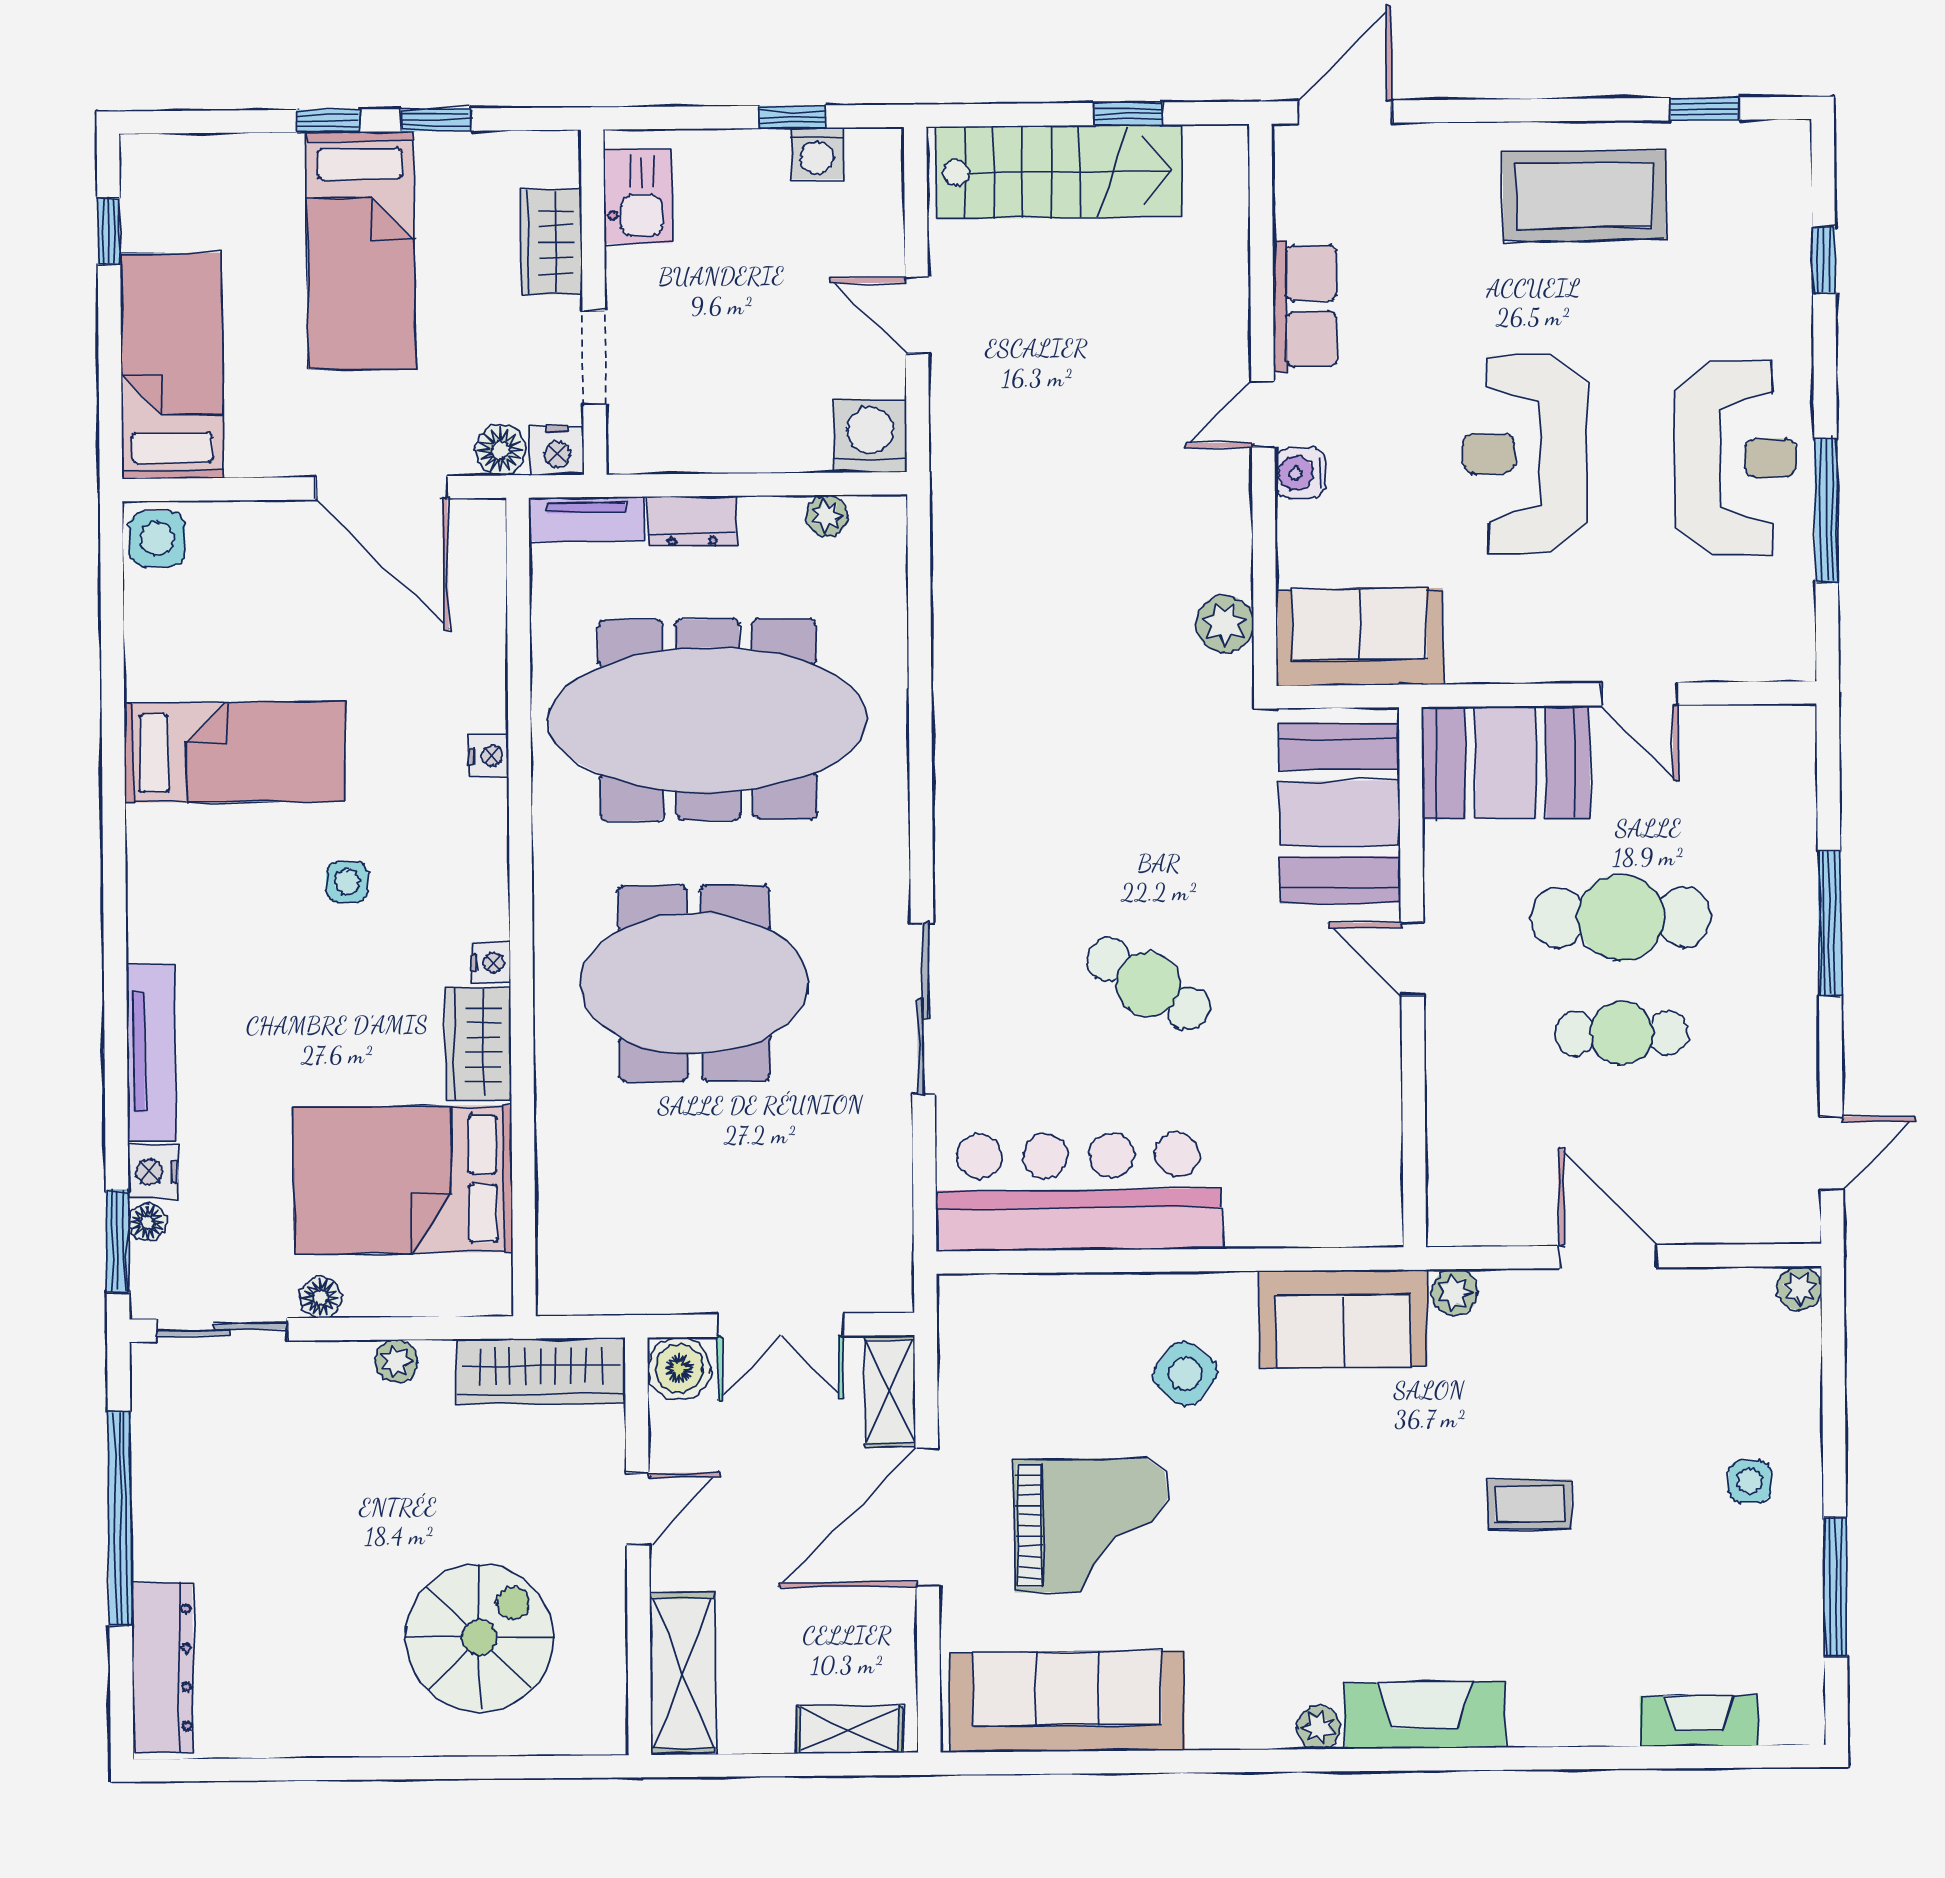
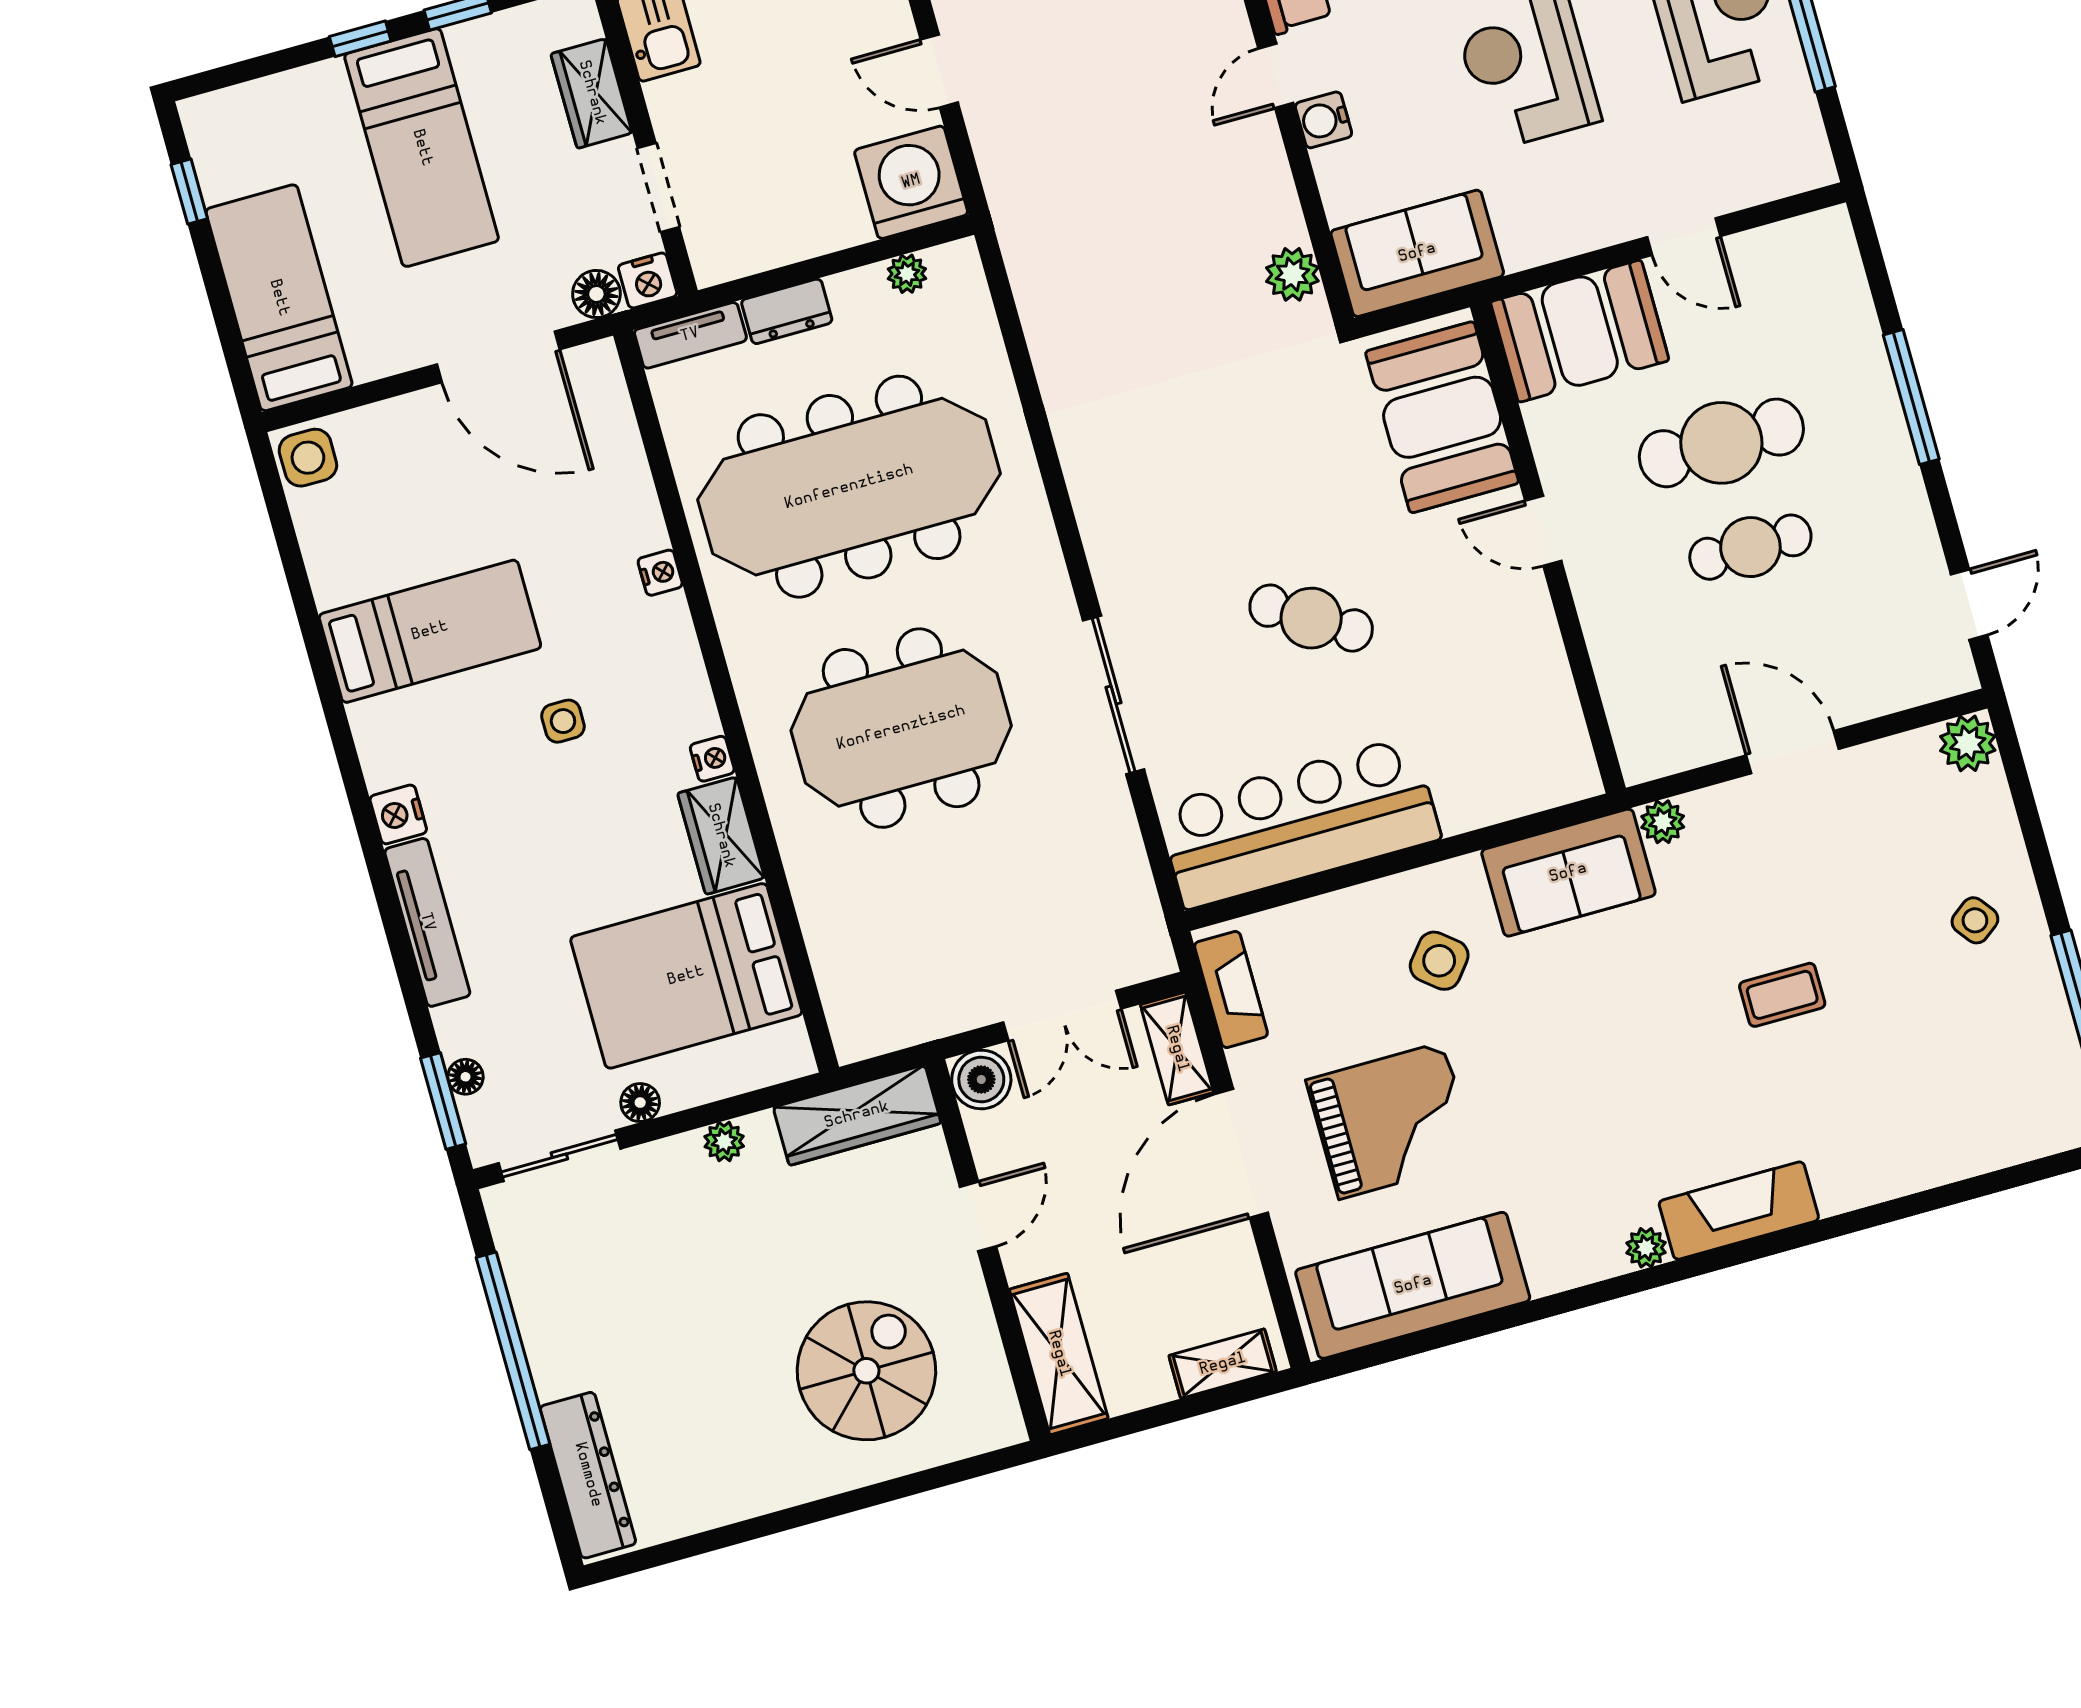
washing machine: (870, 436) -> (911, 182), width x1.37, depth x1.37
nightstand: (153, 1172) -> (398, 814), moved
plant: (1800, 1288) -> (1968, 743), width x1.38, depth x1.38
side table: (1750, 1481) -> (1975, 920), turned -37
fireplace: (1699, 1721) -> (1231, 990), moved, turned 90

